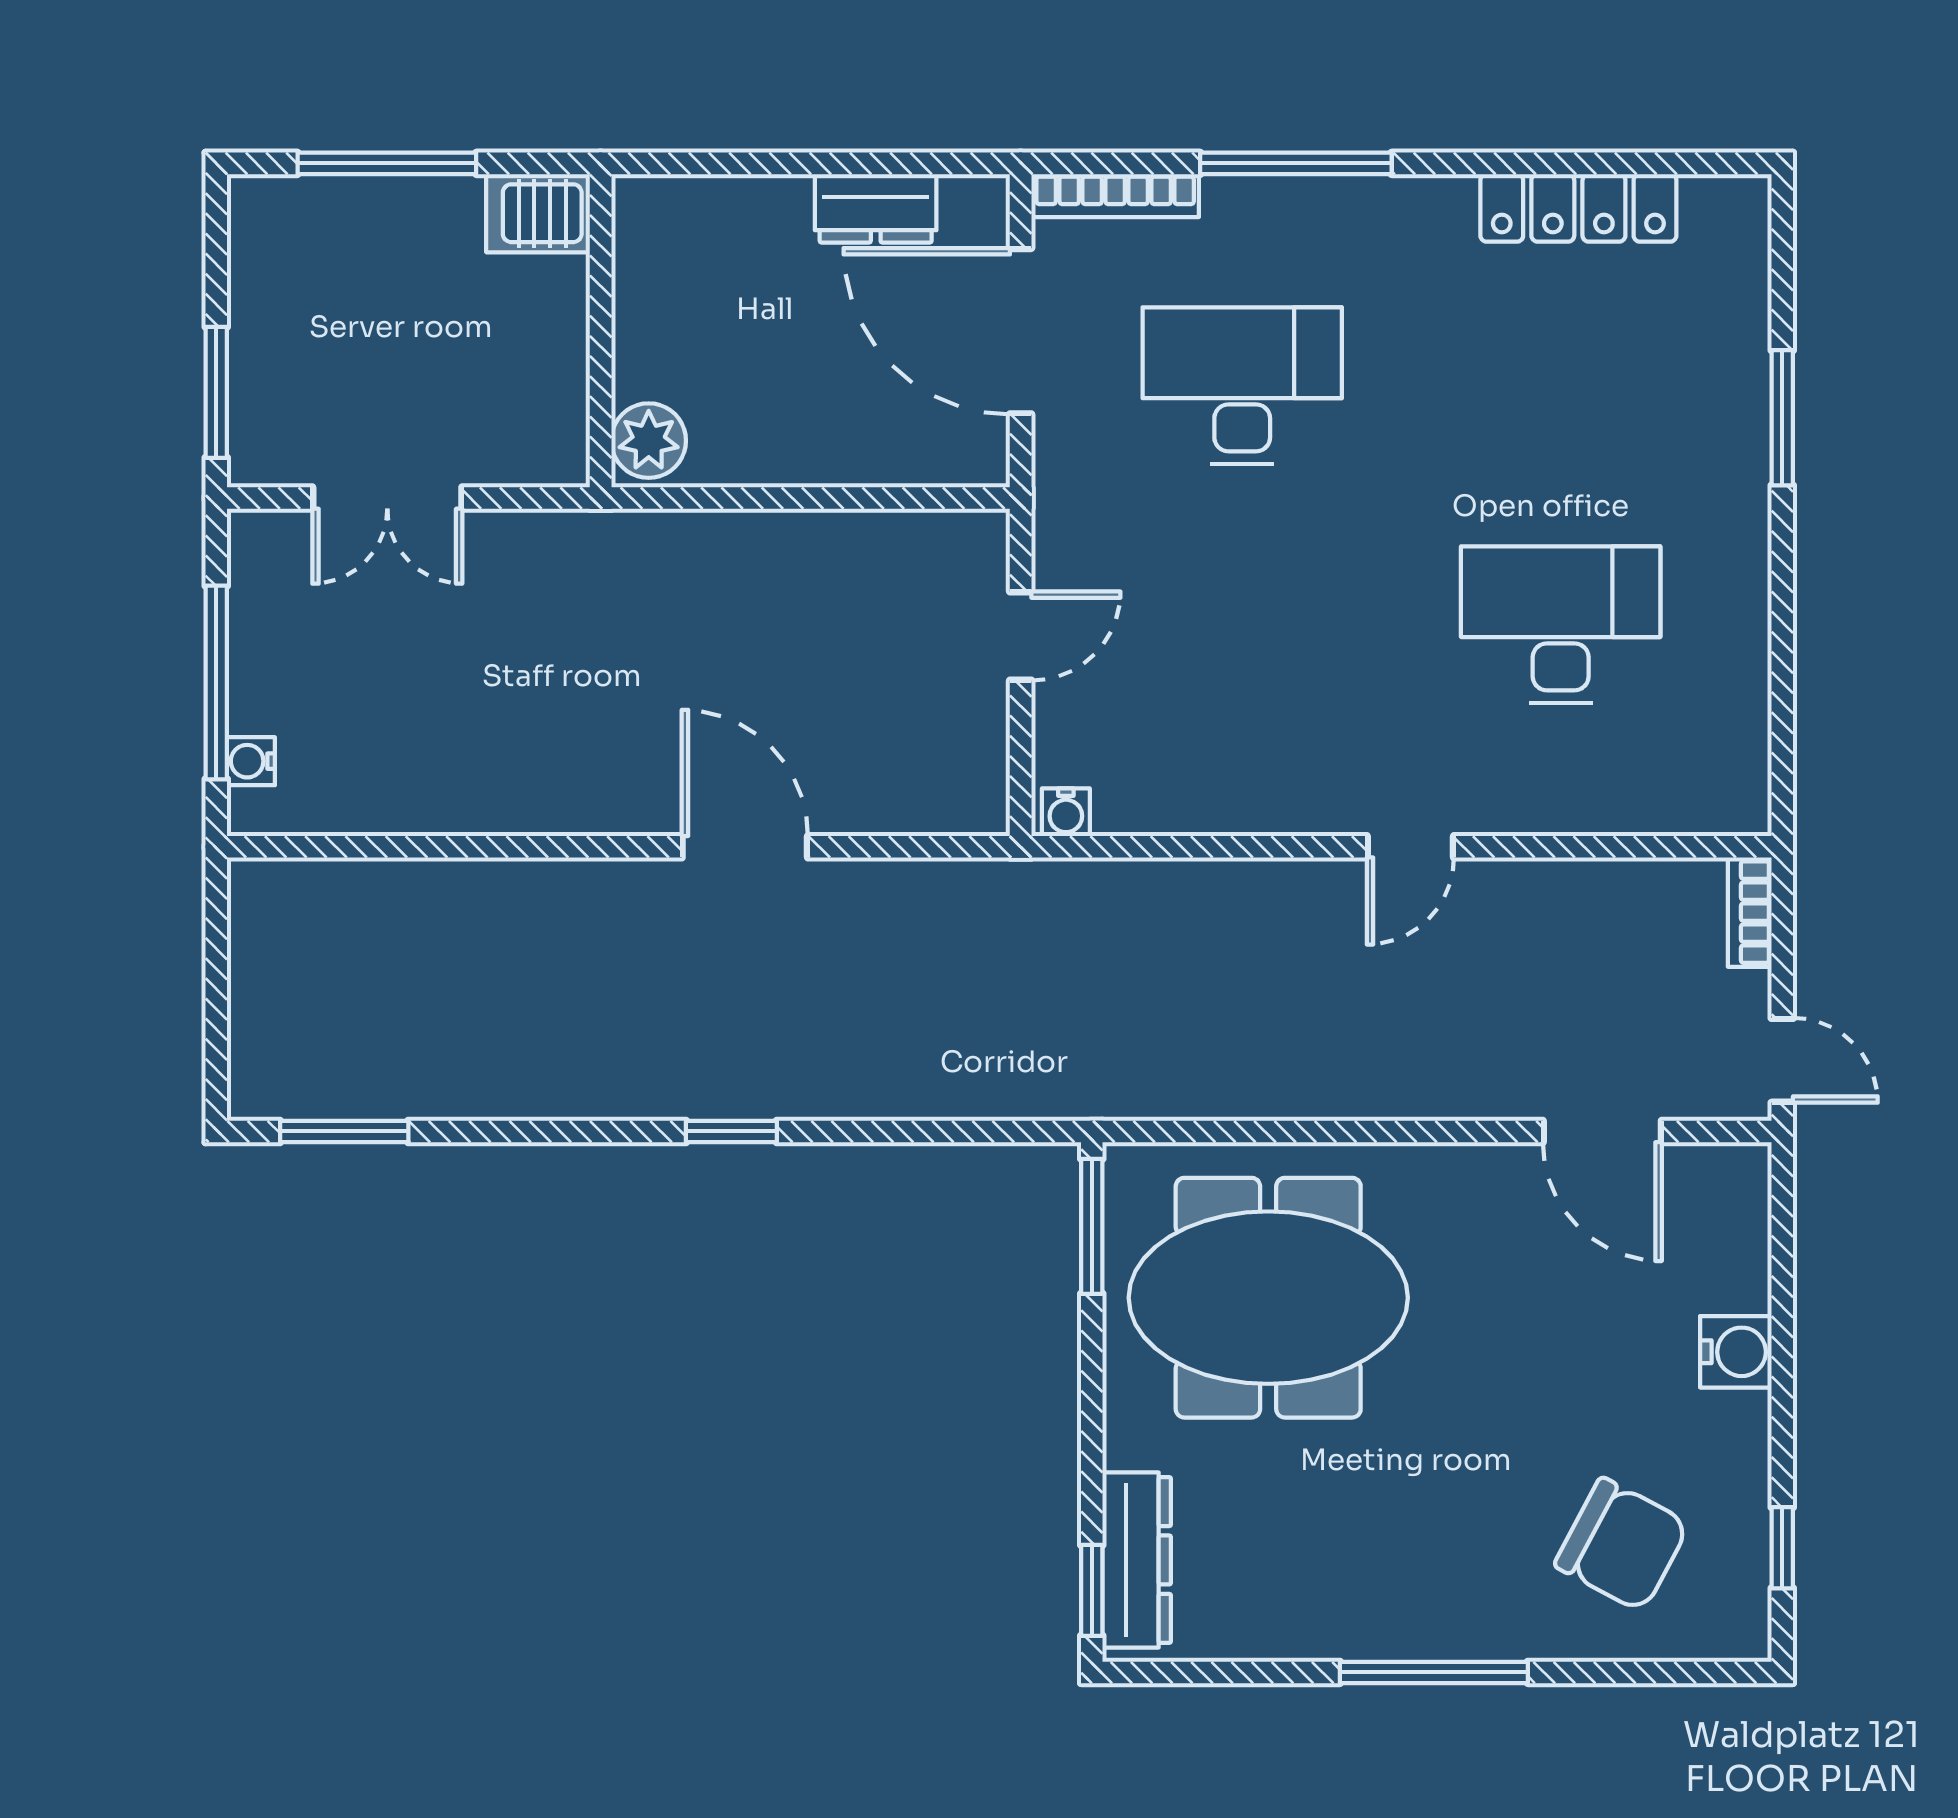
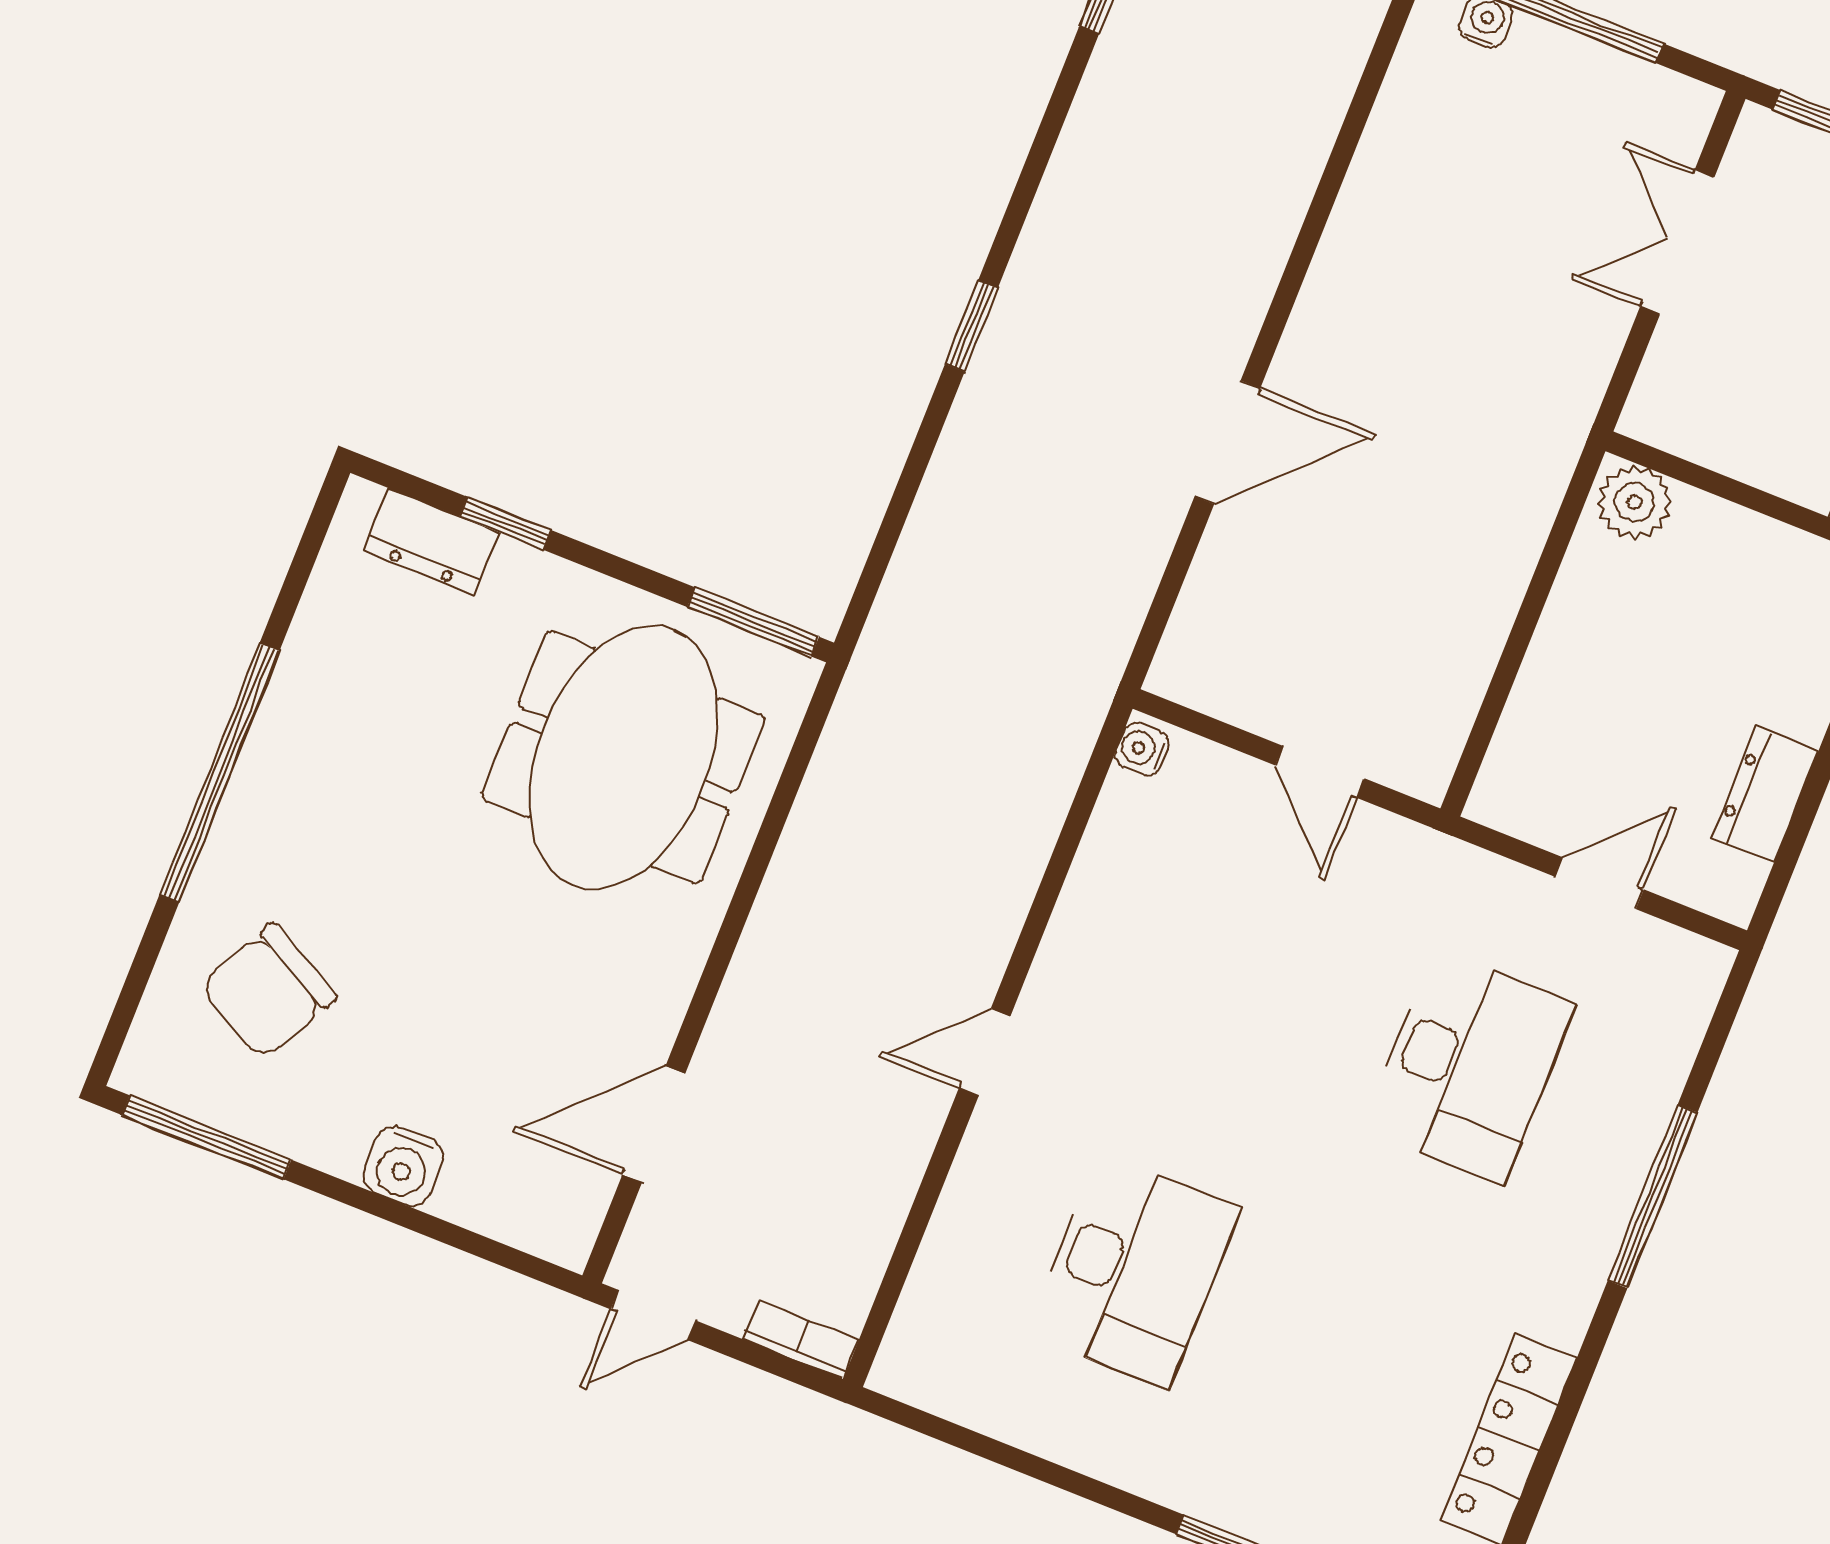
bookcase: (1115, 196) -> (1689, 1019), removed
door: (1021, 331) -> (1599, 883), width x0.53
door: (1410, 847) -> (985, 1052), hinge flipped
window: (1782, 1548) -> (207, 1137), width x2.17
dresser: (1137, 1560) -> (431, 541), width x0.70
window: (1092, 1590) -> (505, 523), moved
window: (1434, 1672) -> (219, 773), width x1.46

